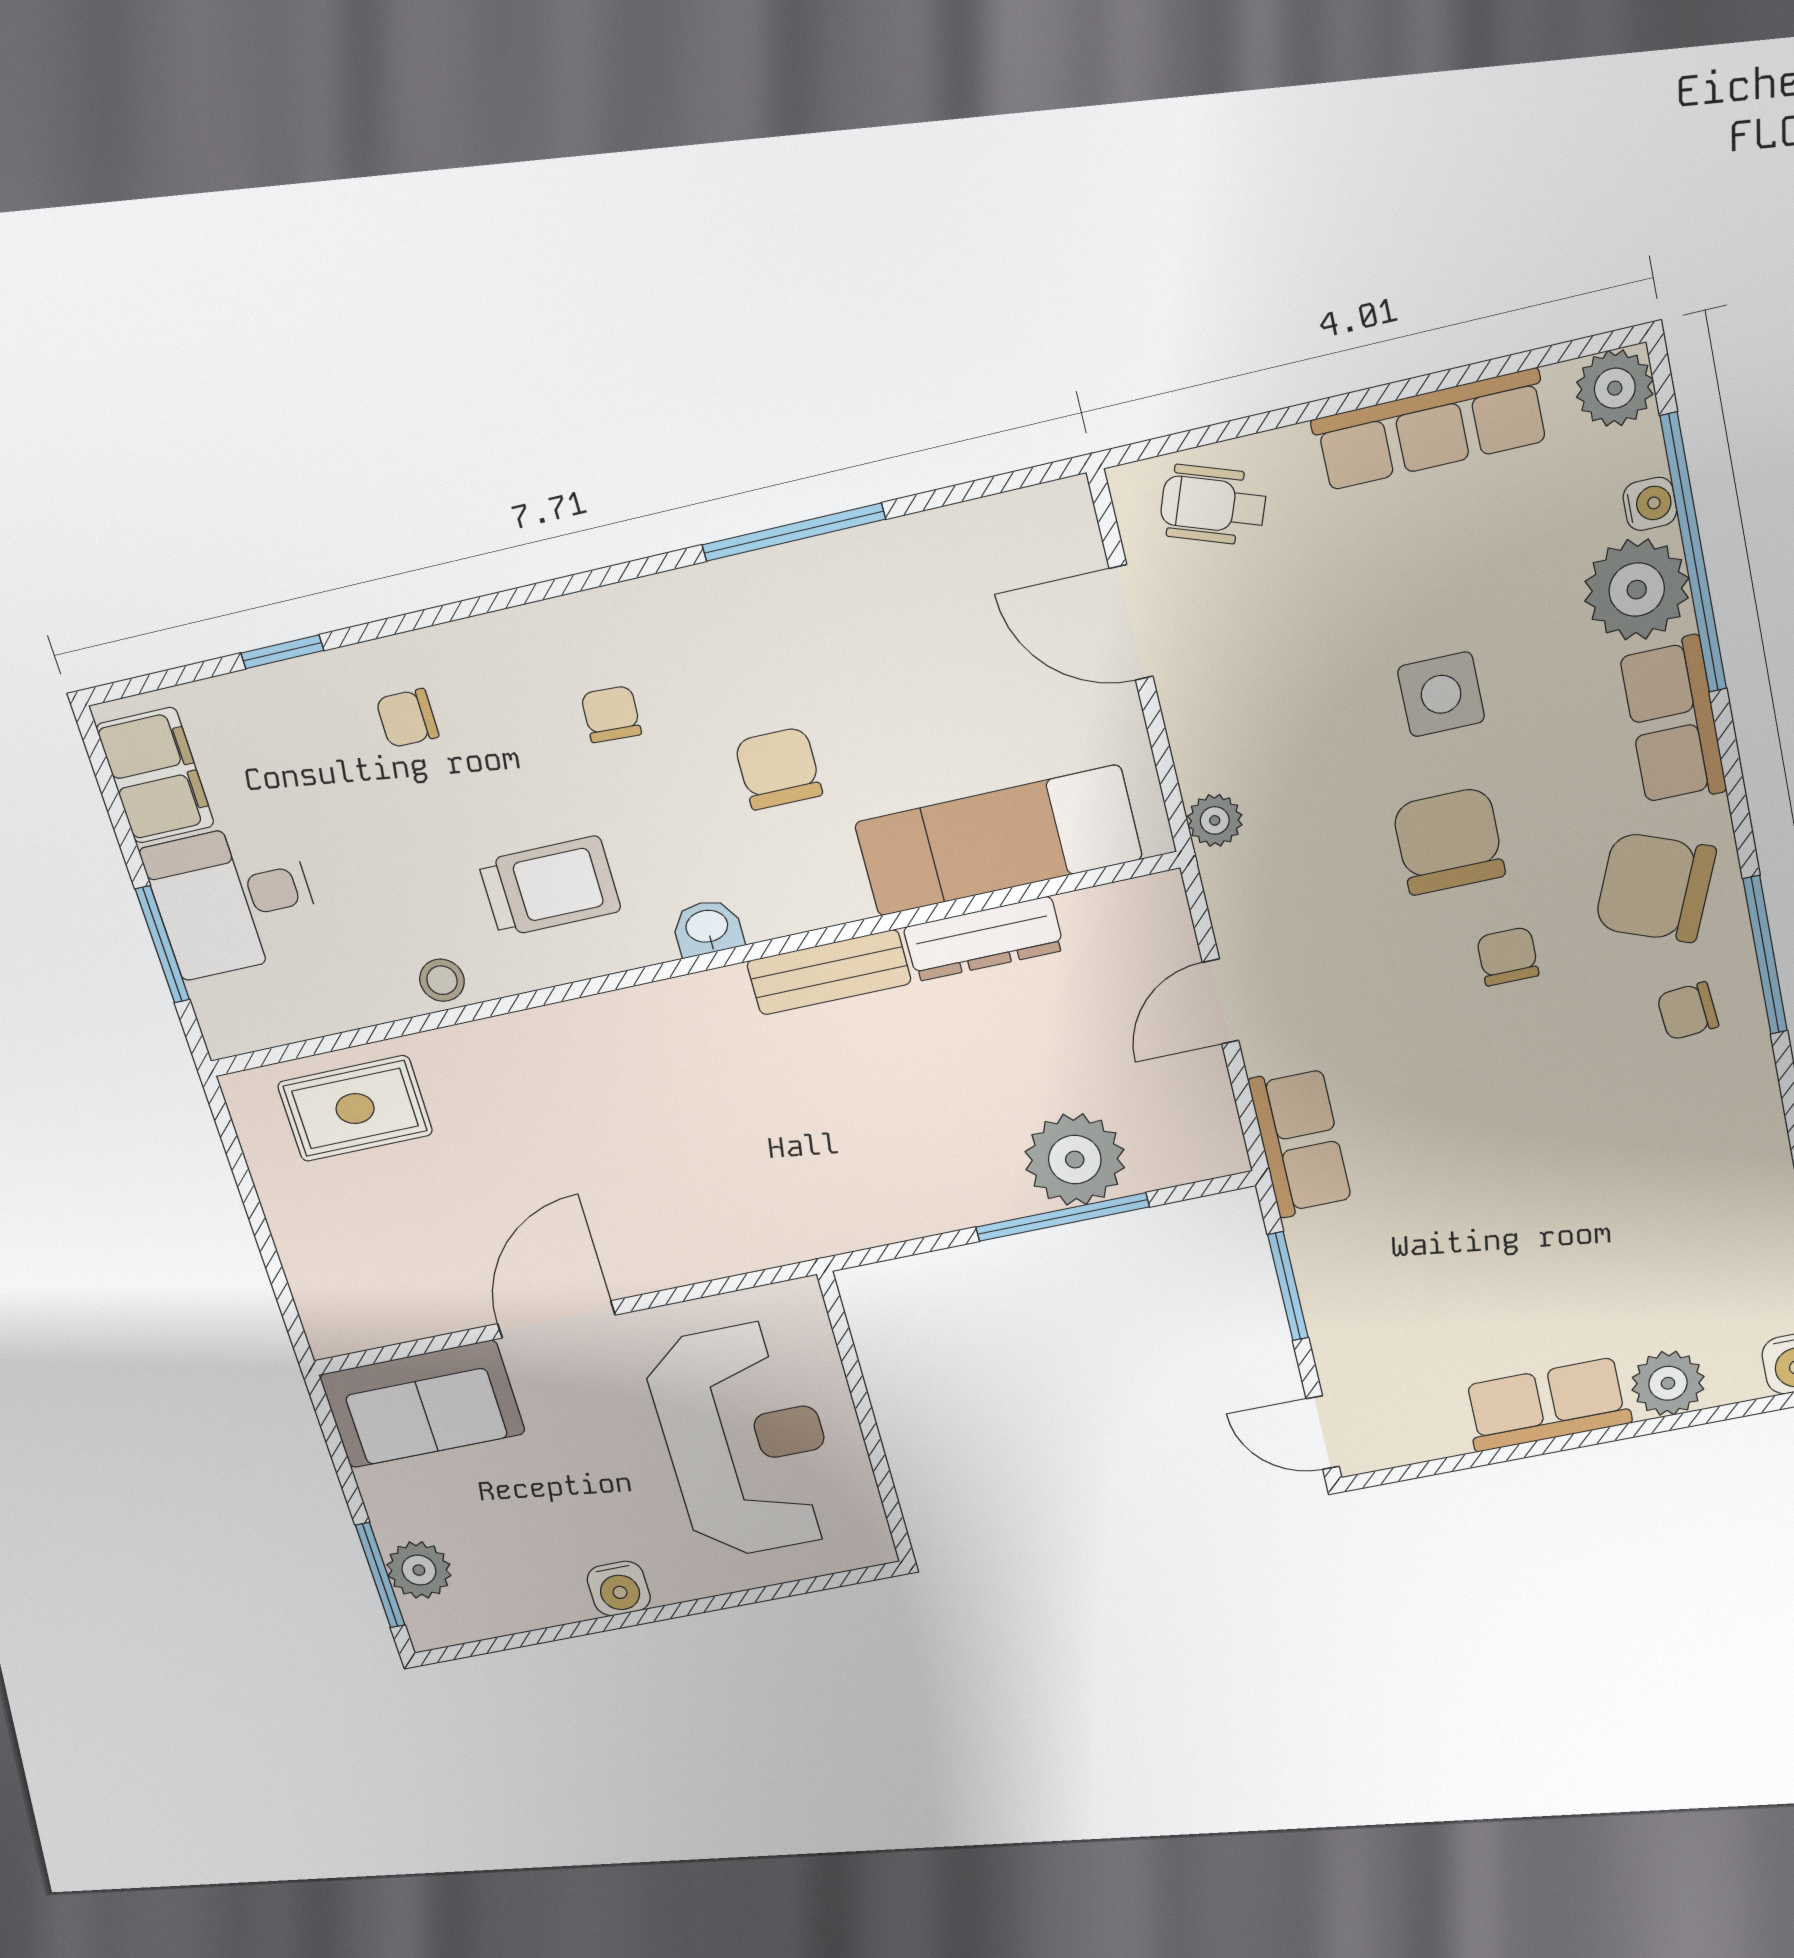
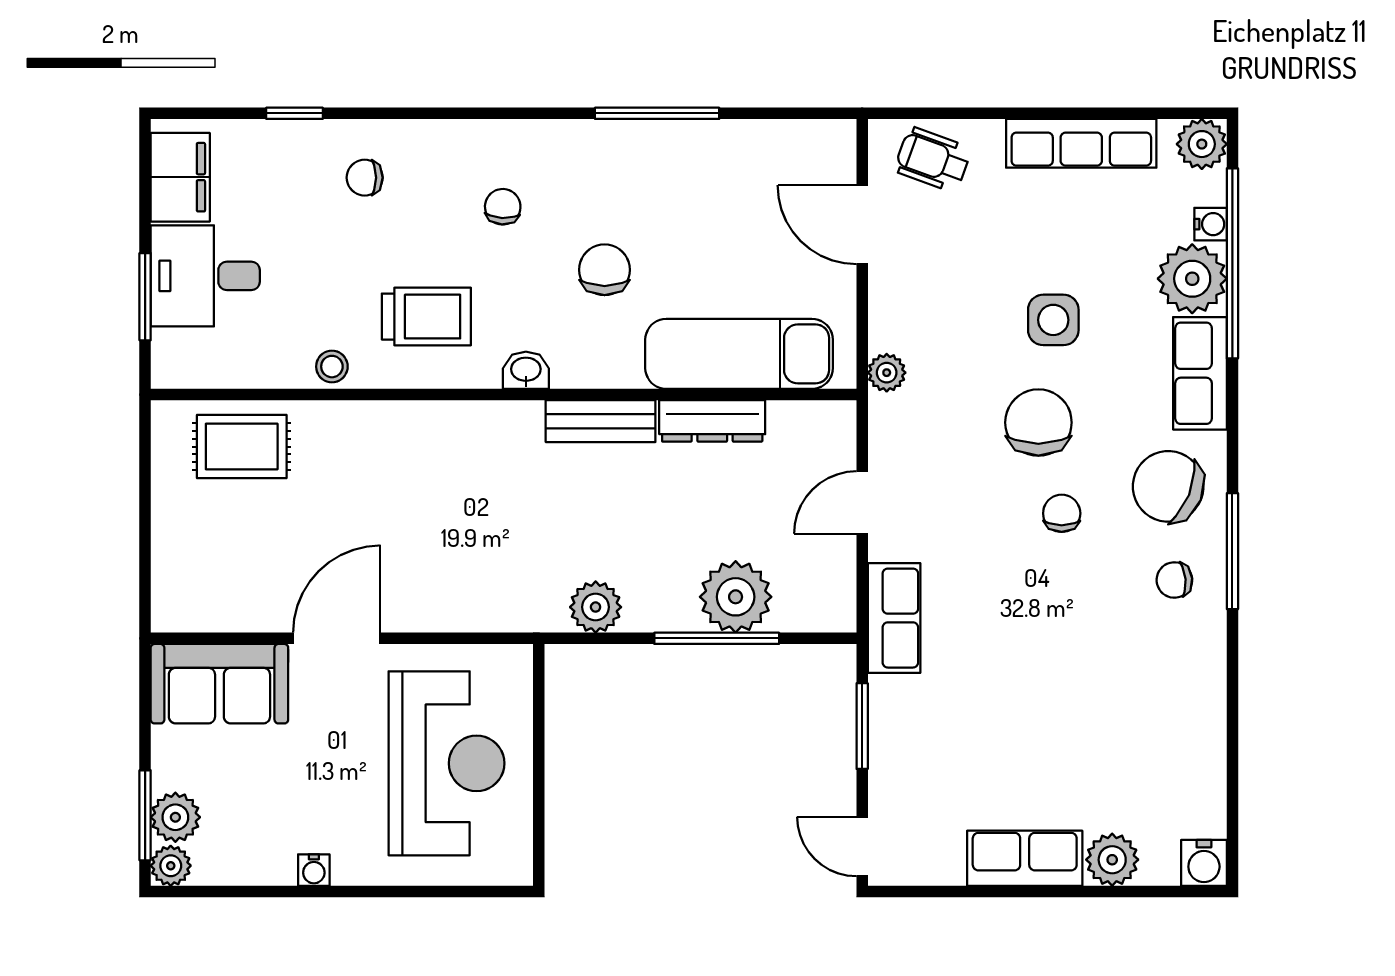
plant: (888, 1211) -> (596, 607), added
water cooler: (619, 1588) -> (314, 870), width x0.72, depth x0.72
plant: (432, 1626) -> (171, 866), added

